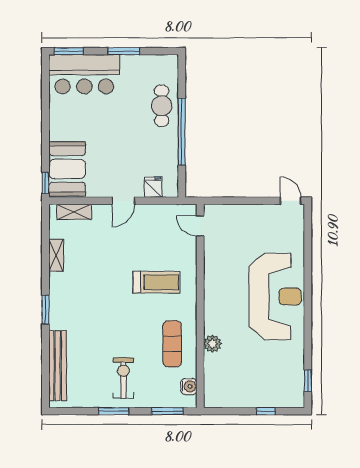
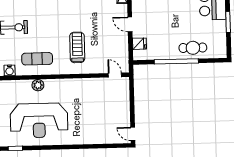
door: (291, 201) -> (133, 134), swing flipped
door: (200, 226) -> (115, 75), hinge flipped
treadmill: (156, 282) -> (77, 47), turned 180
reception desk: (275, 297) -> (39, 120), moved

